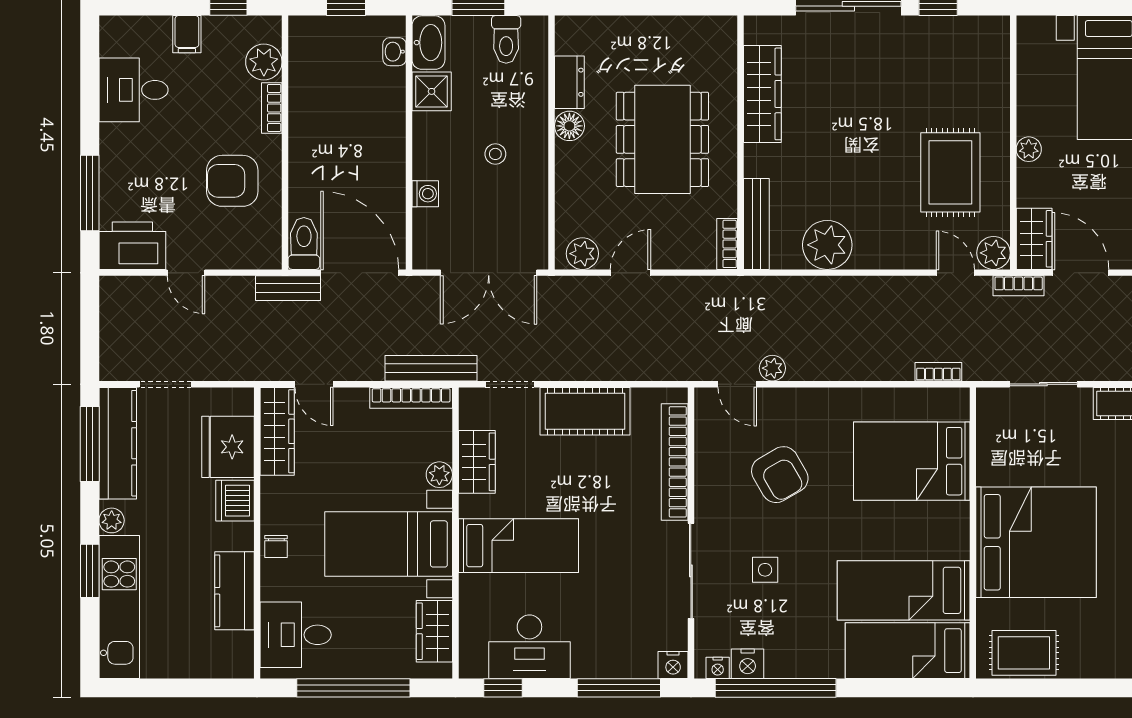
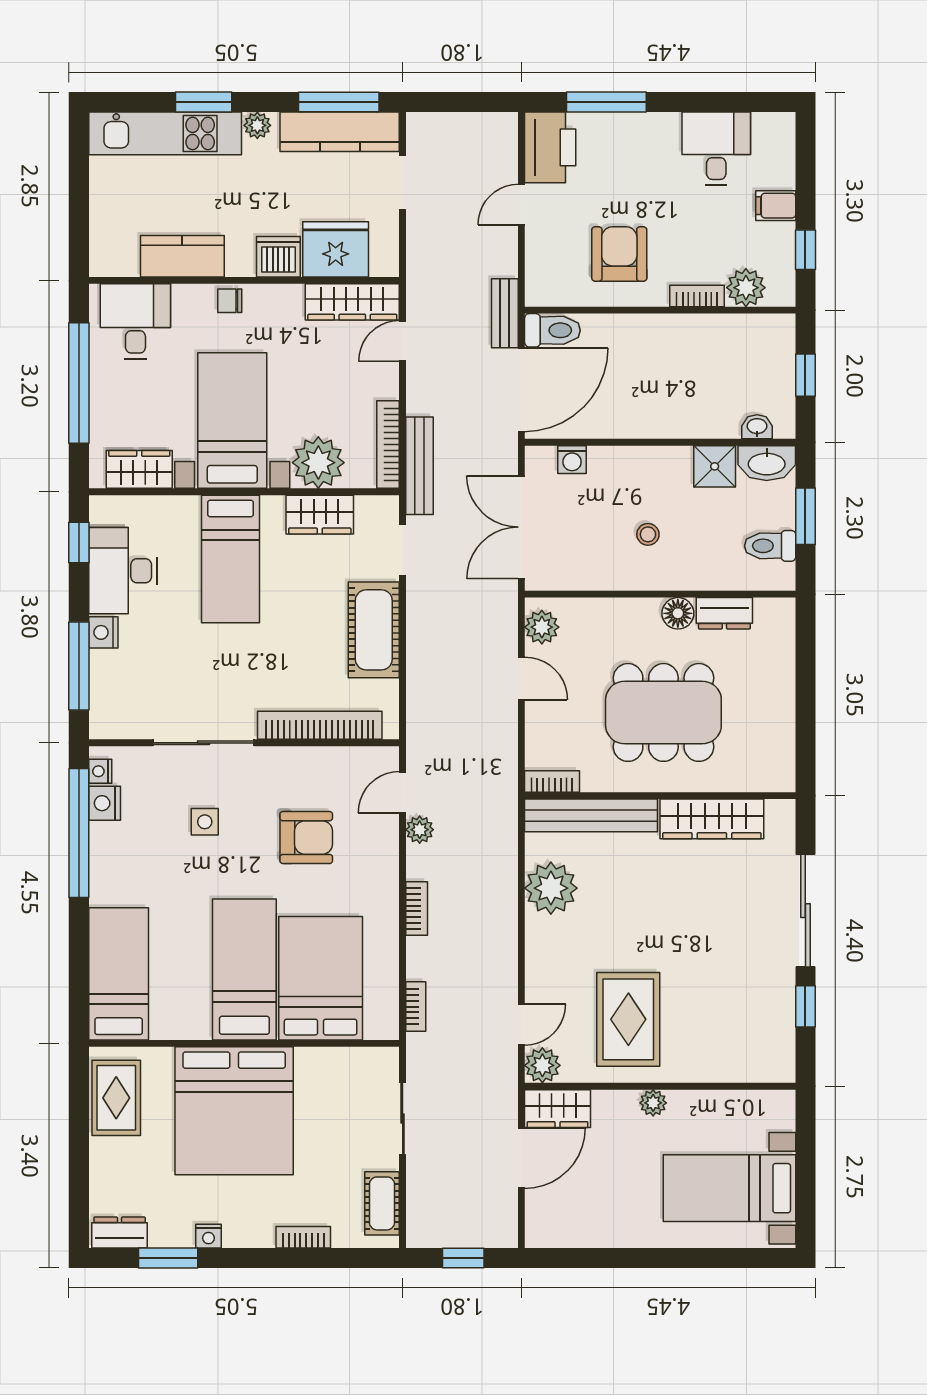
rug: (950, 172) -> (628, 1019), turned 90
washing machine: (425, 194) -> (572, 460), moved
bench: (756, 224) -> (591, 815), width x1.37, depth x1.21
bookcase: (1019, 286) -> (417, 909), moved, turned 180
plant: (439, 475) -> (318, 463), width x1.87, depth x1.87
armchair: (780, 475) -> (306, 838), turned -150
bed: (904, 590) -> (244, 969), moved
nightstand: (673, 665) -> (103, 632), moved

